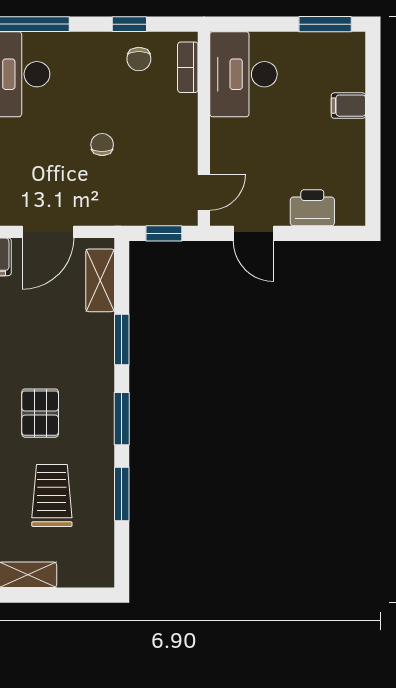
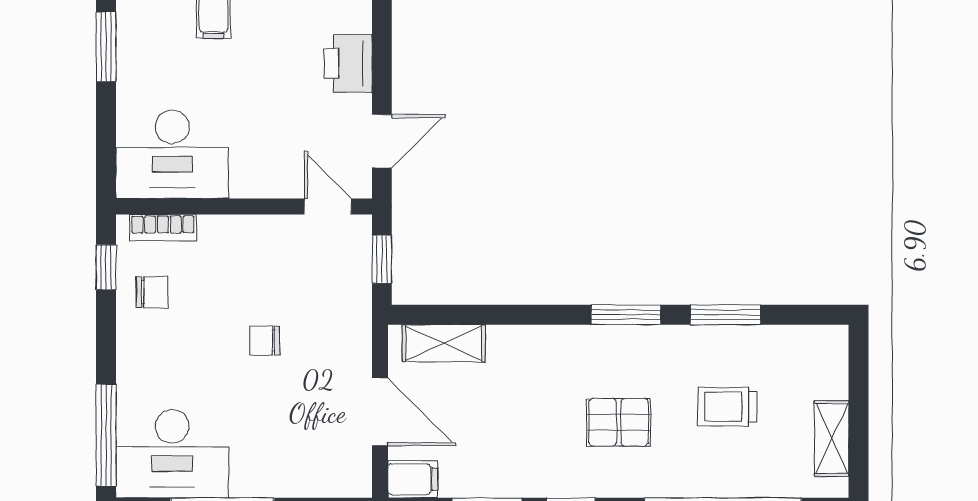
window: (129, 24) -> (106, 267), moved
window: (122, 340) -> (522, 315), removed
trolley: (52, 496) -> (727, 407), width x0.73, depth x0.72

